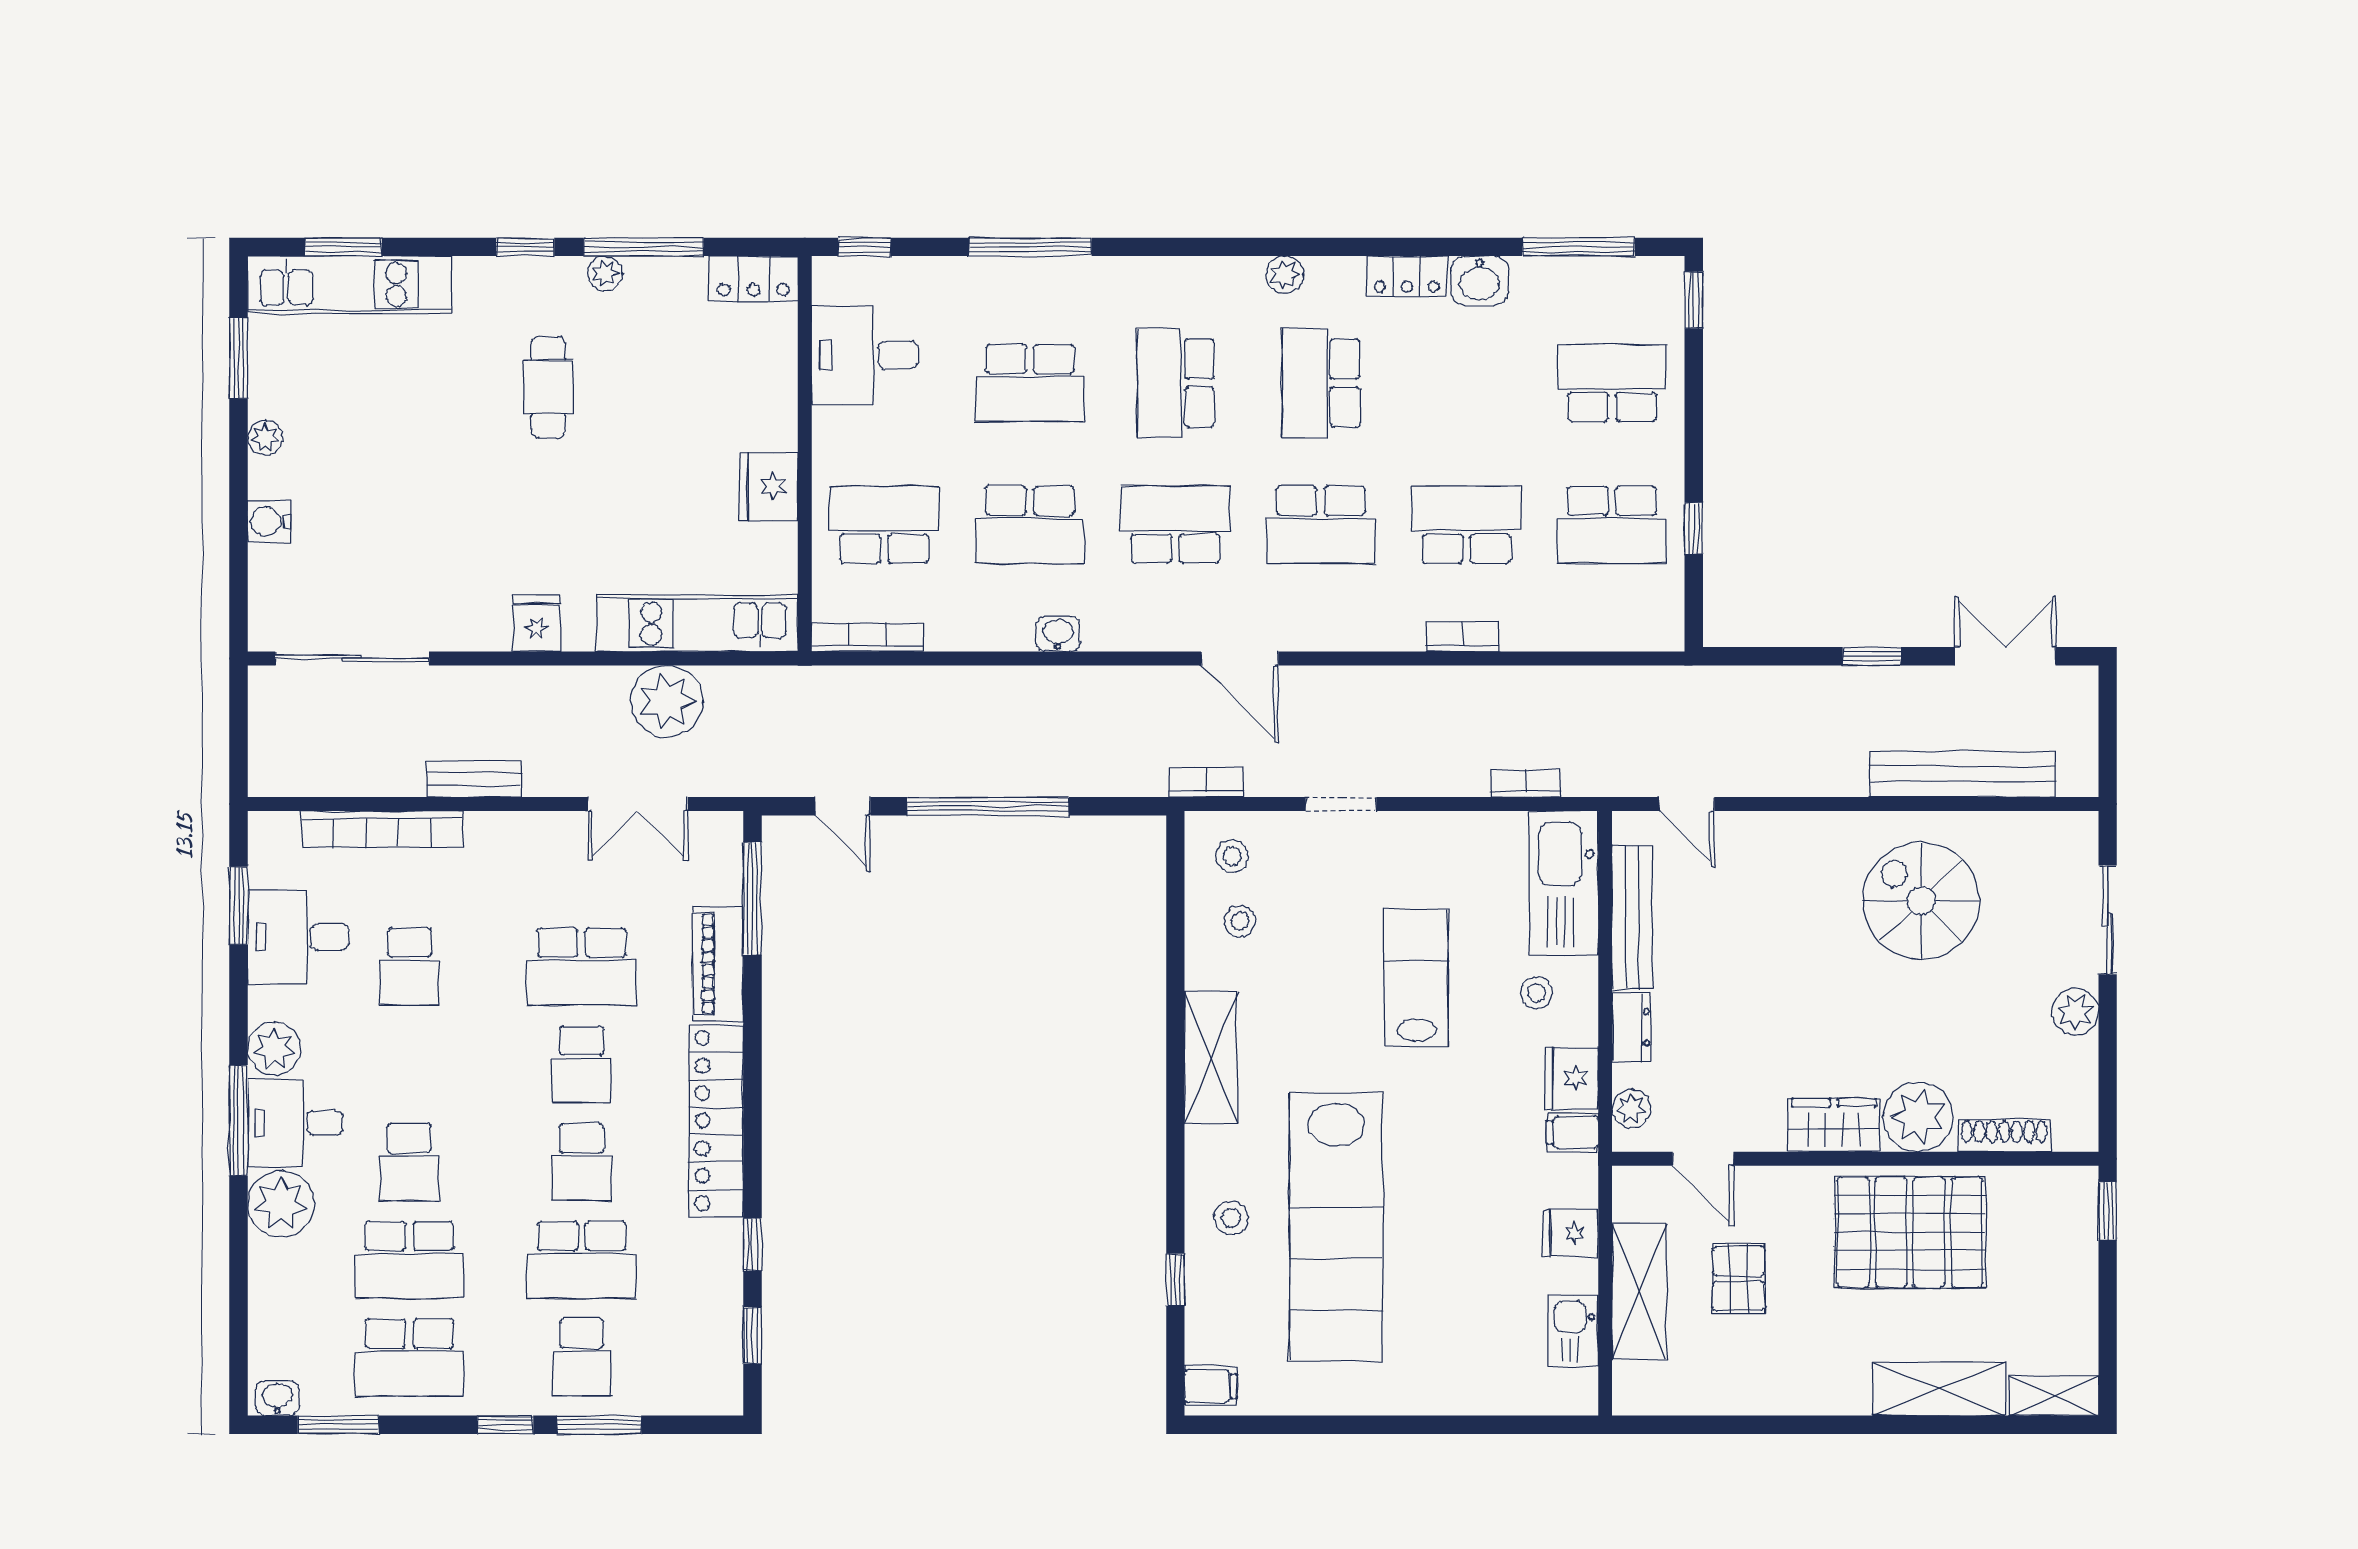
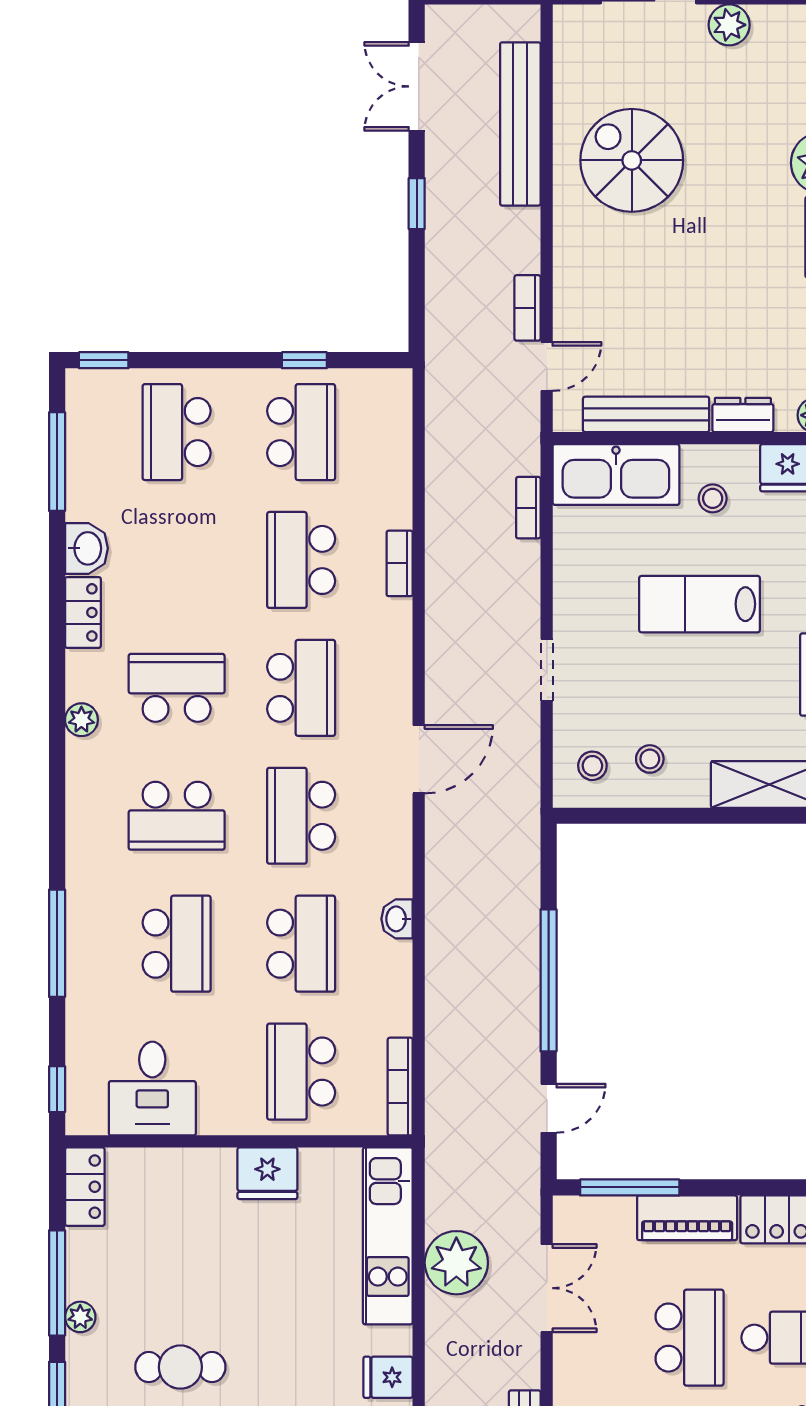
school desk: (1321, 383) -> (177, 688), turned 180
bookcase: (1206, 782) -> (528, 308), moved
spiral stairs: (1921, 901) -> (632, 160), turned 90

